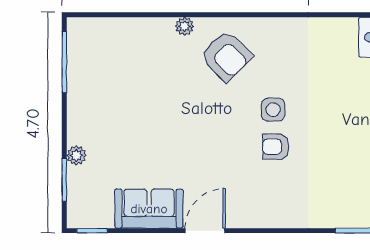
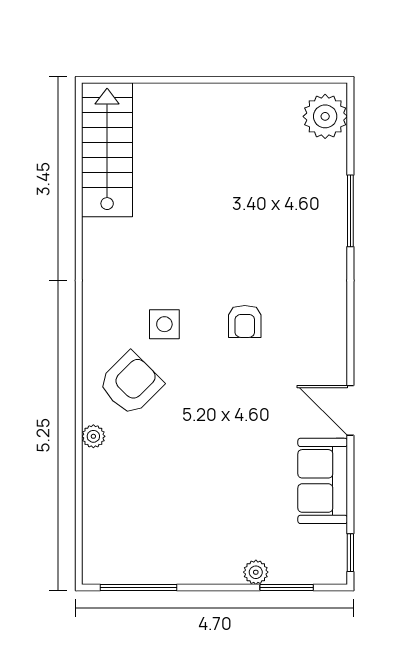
side table: (273, 110) -> (164, 324), moved

